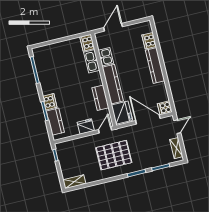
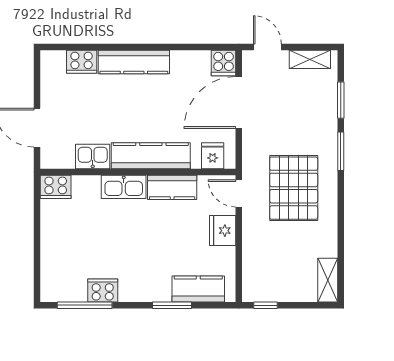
kitchen sink: (92, 61) -> (124, 187), moved
cooker: (50, 102) -> (103, 291), moved
fridge: (122, 113) -> (213, 156), width x0.53, depth x0.75

